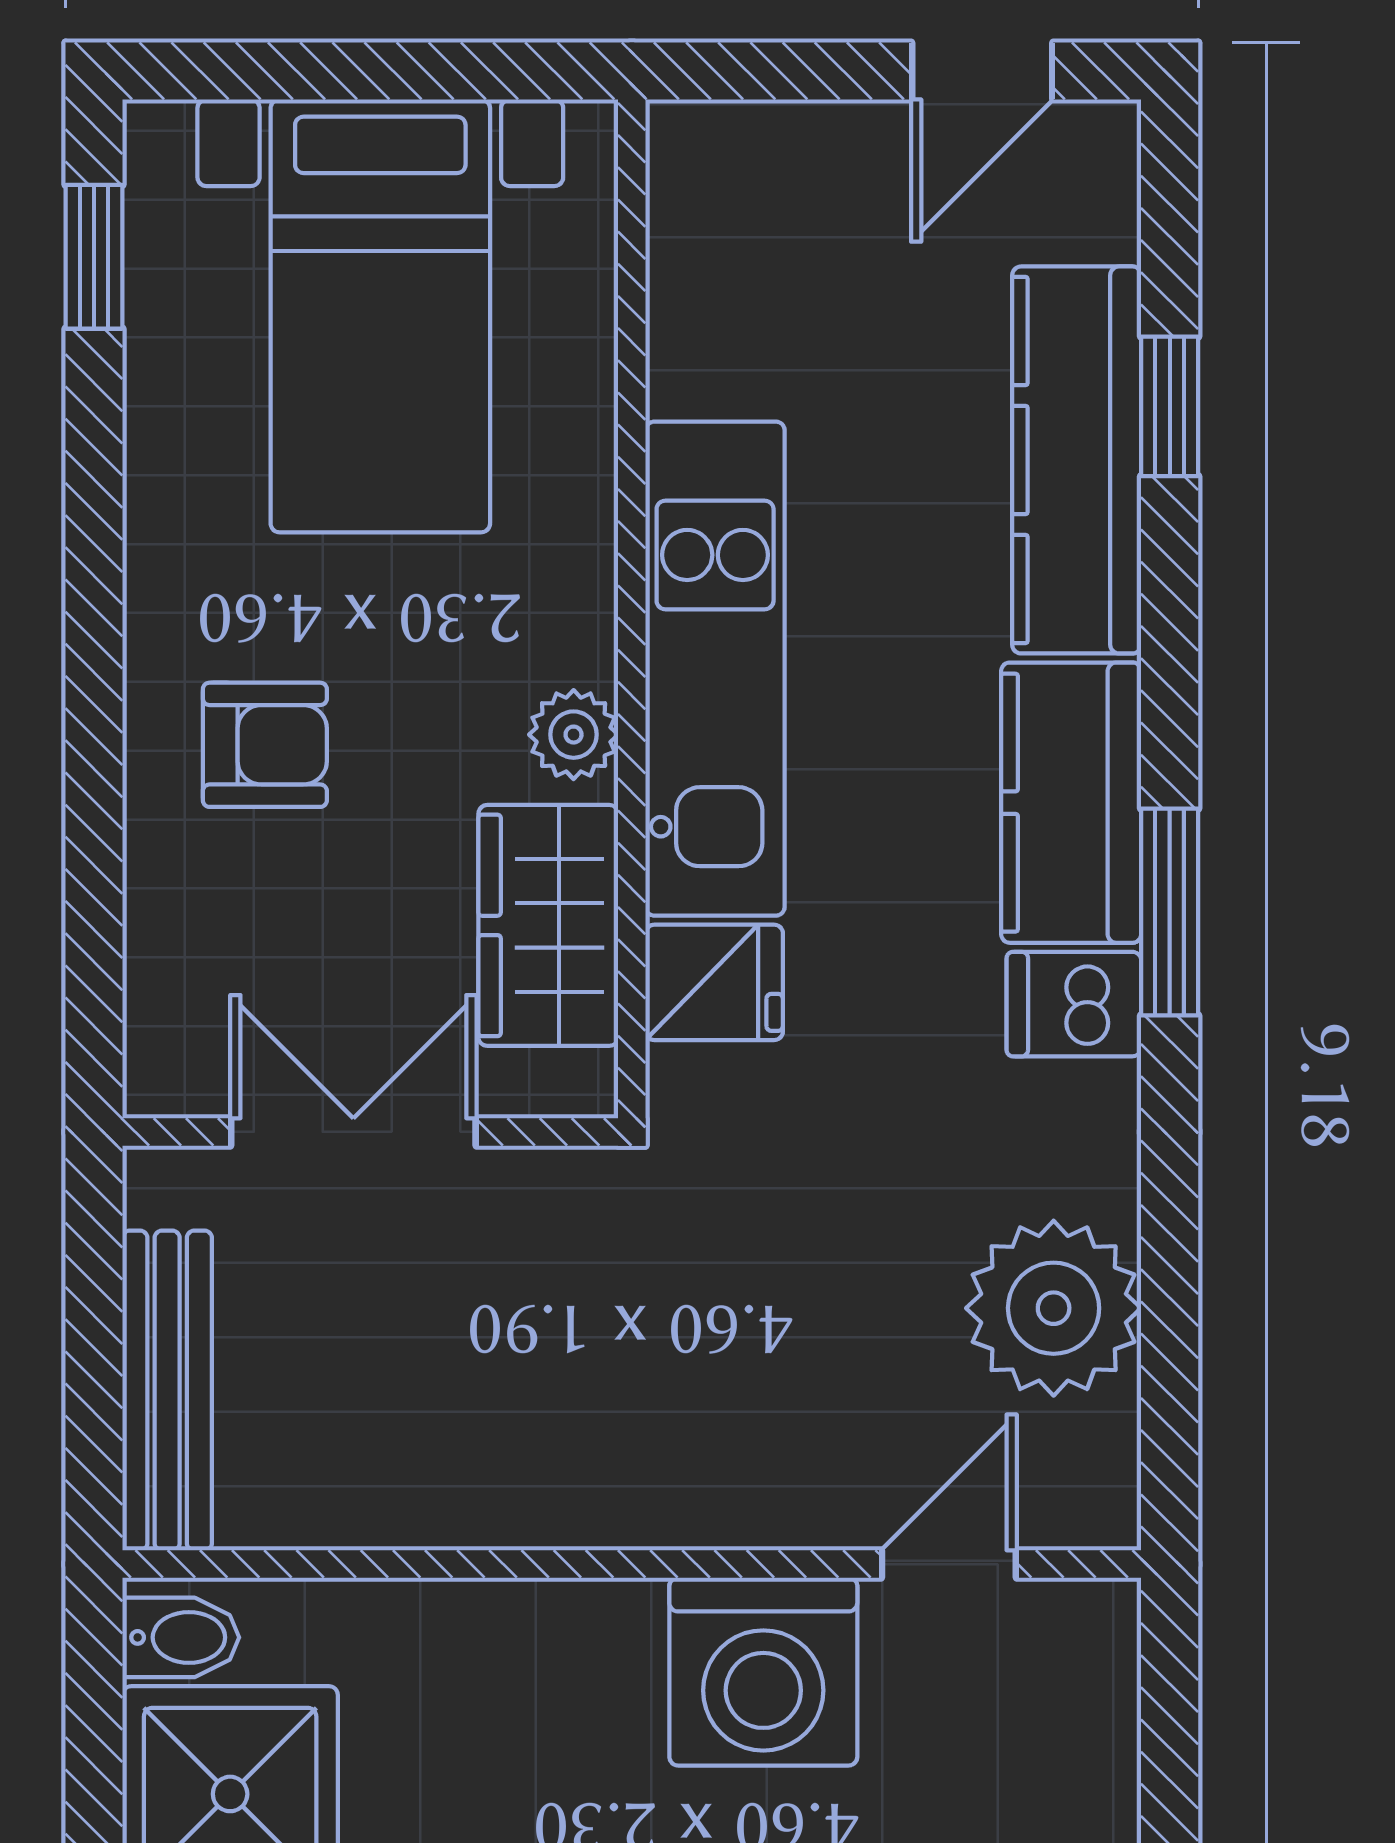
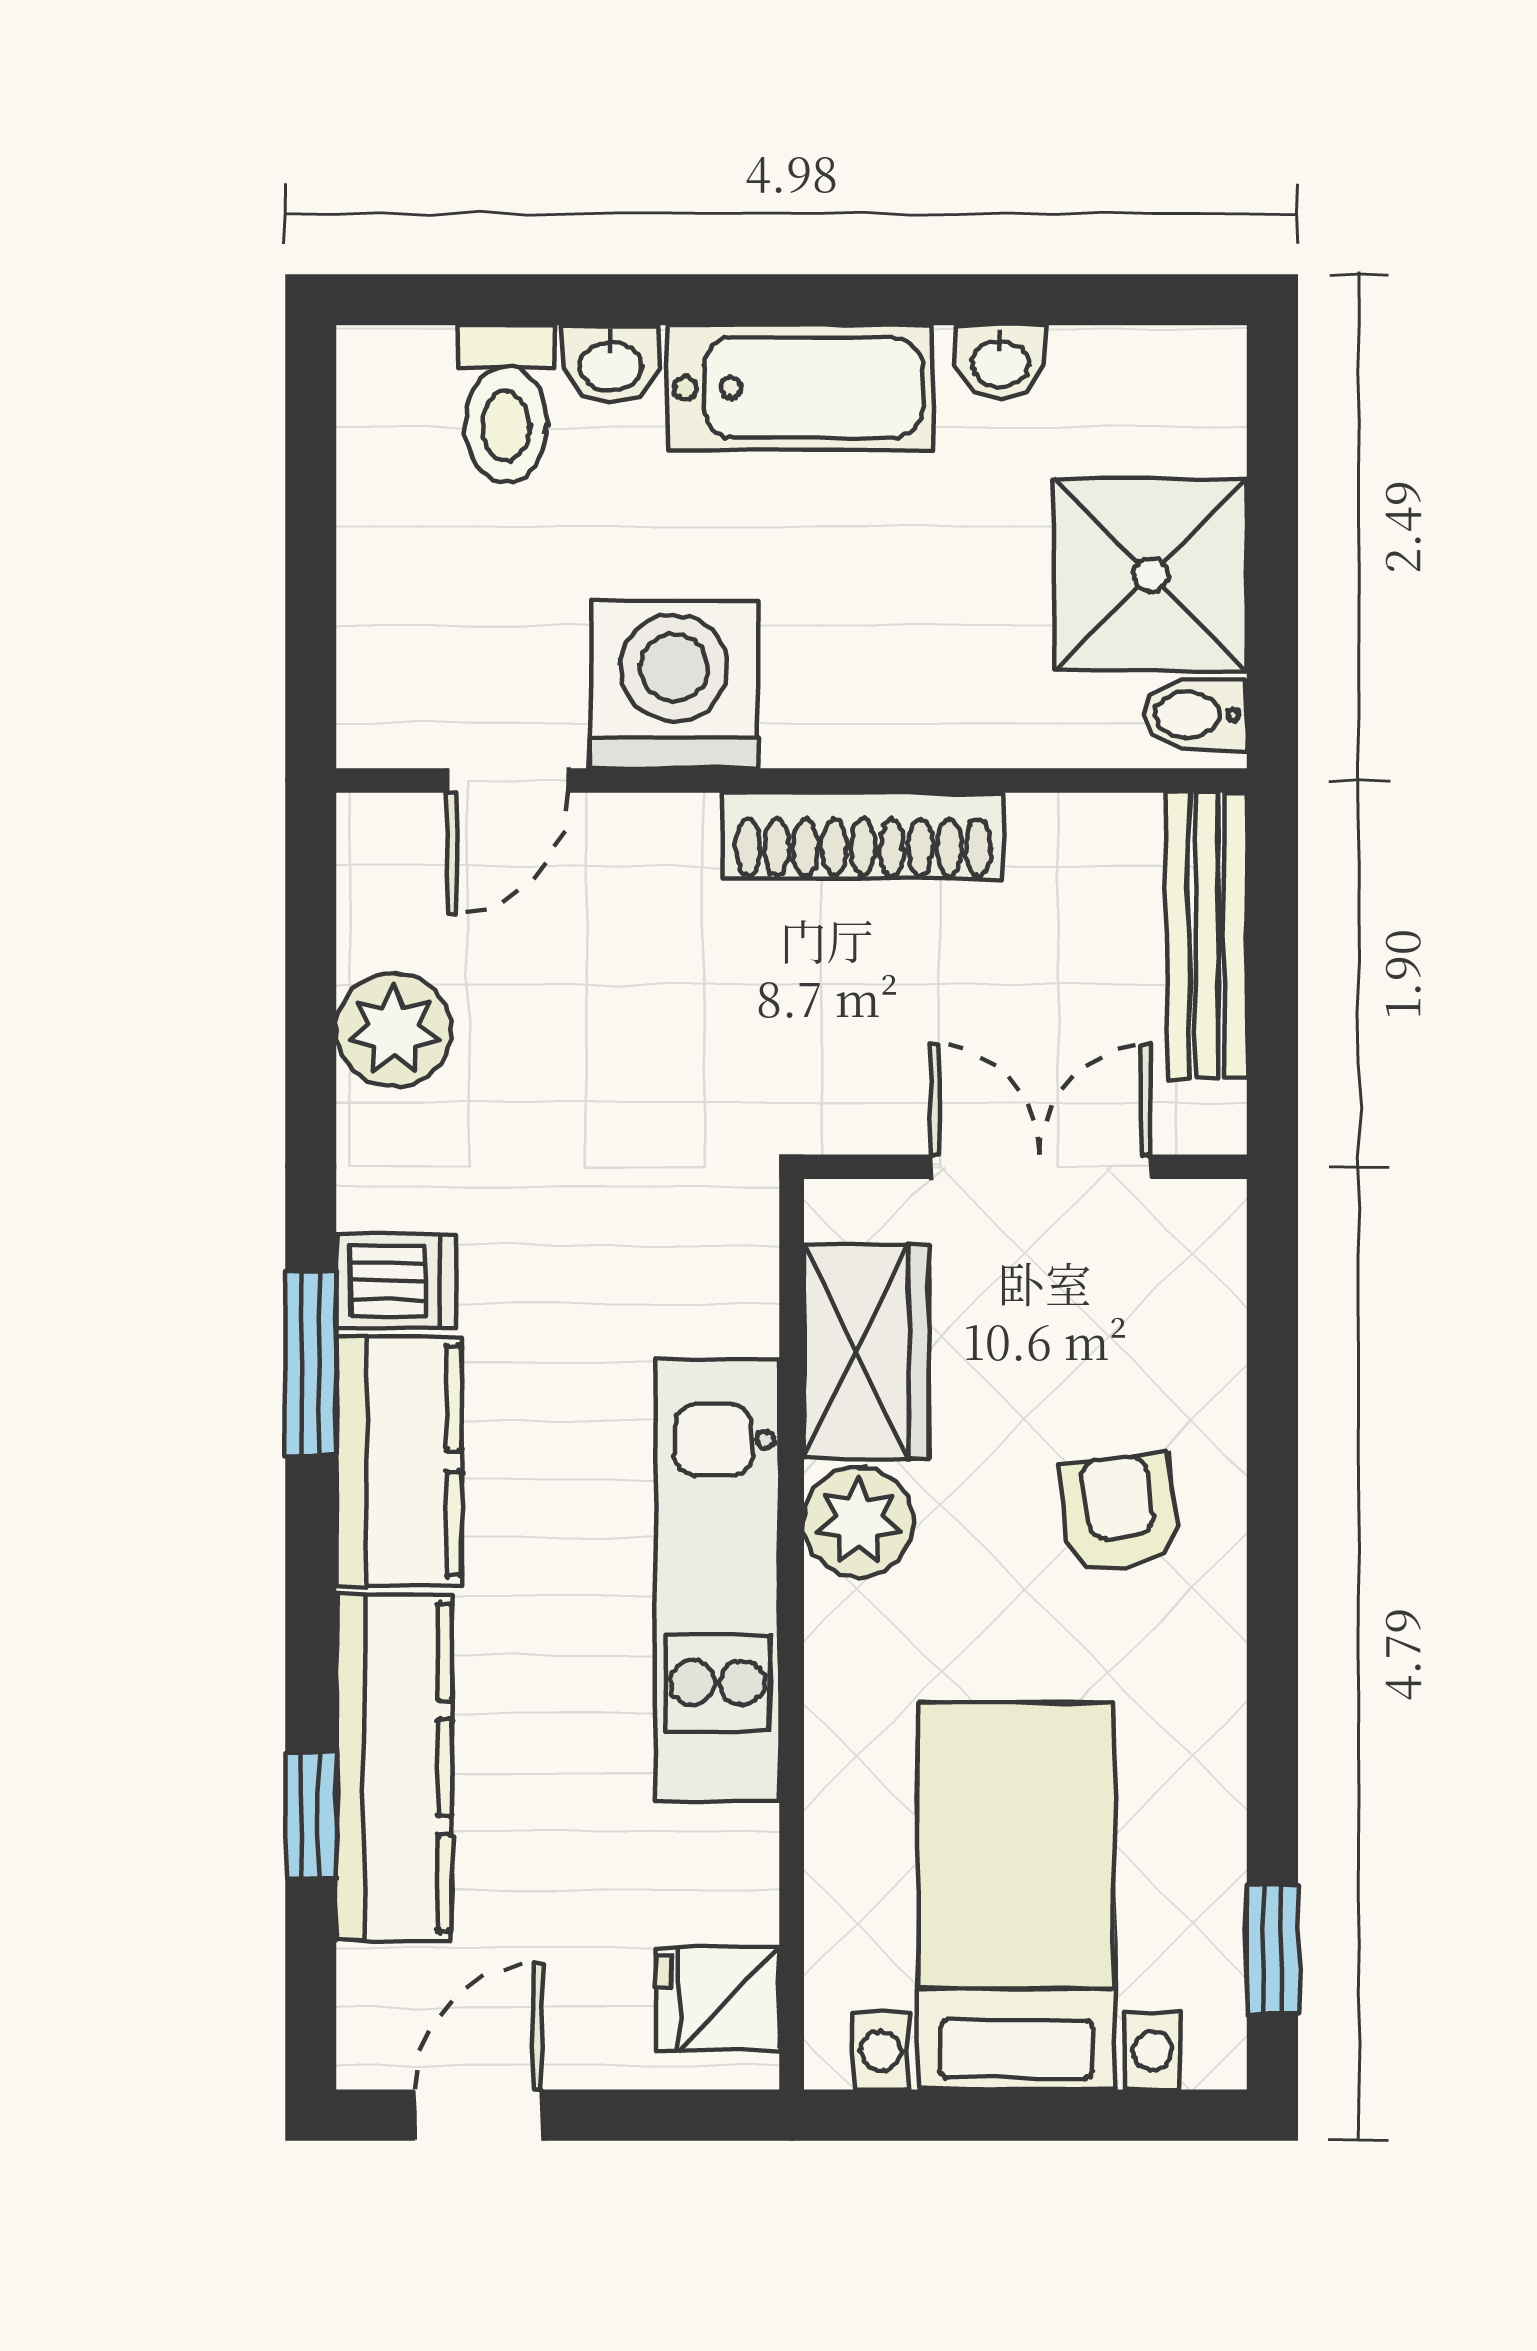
plant: (574, 735) -> (859, 1522), width x1.38, depth x1.38
armchair: (265, 745) -> (1120, 1513), turned 82
fridge: (714, 982) -> (718, 1998), moved
double door: (353, 1132) -> (1040, 1167), swing flipped
plant: (1054, 1308) -> (394, 1030), width x0.73, depth x0.73
shoe rack: (552, 1502) -> (863, 836), added

